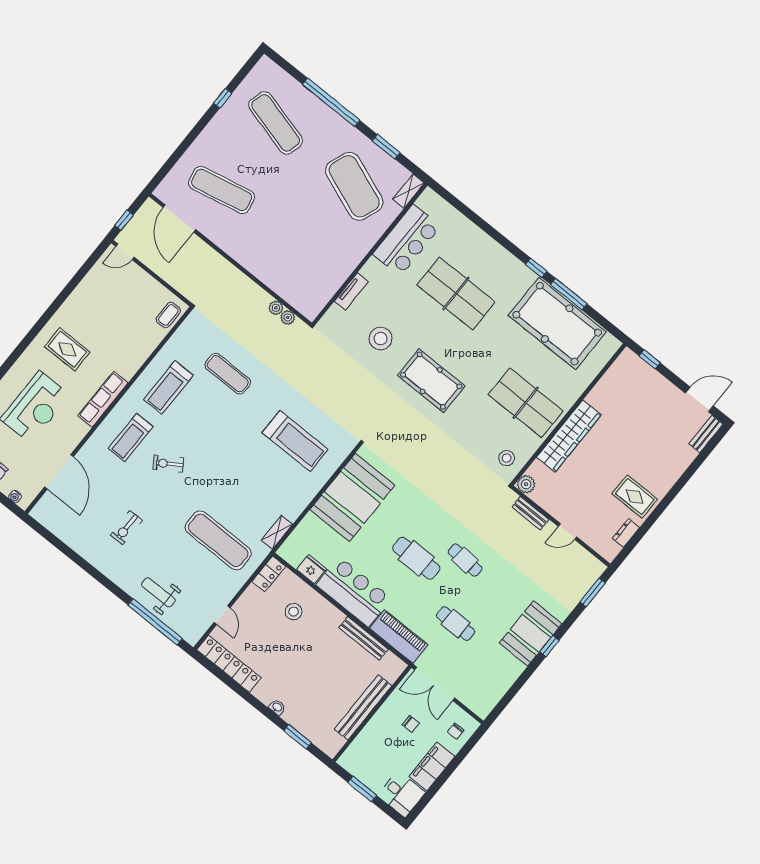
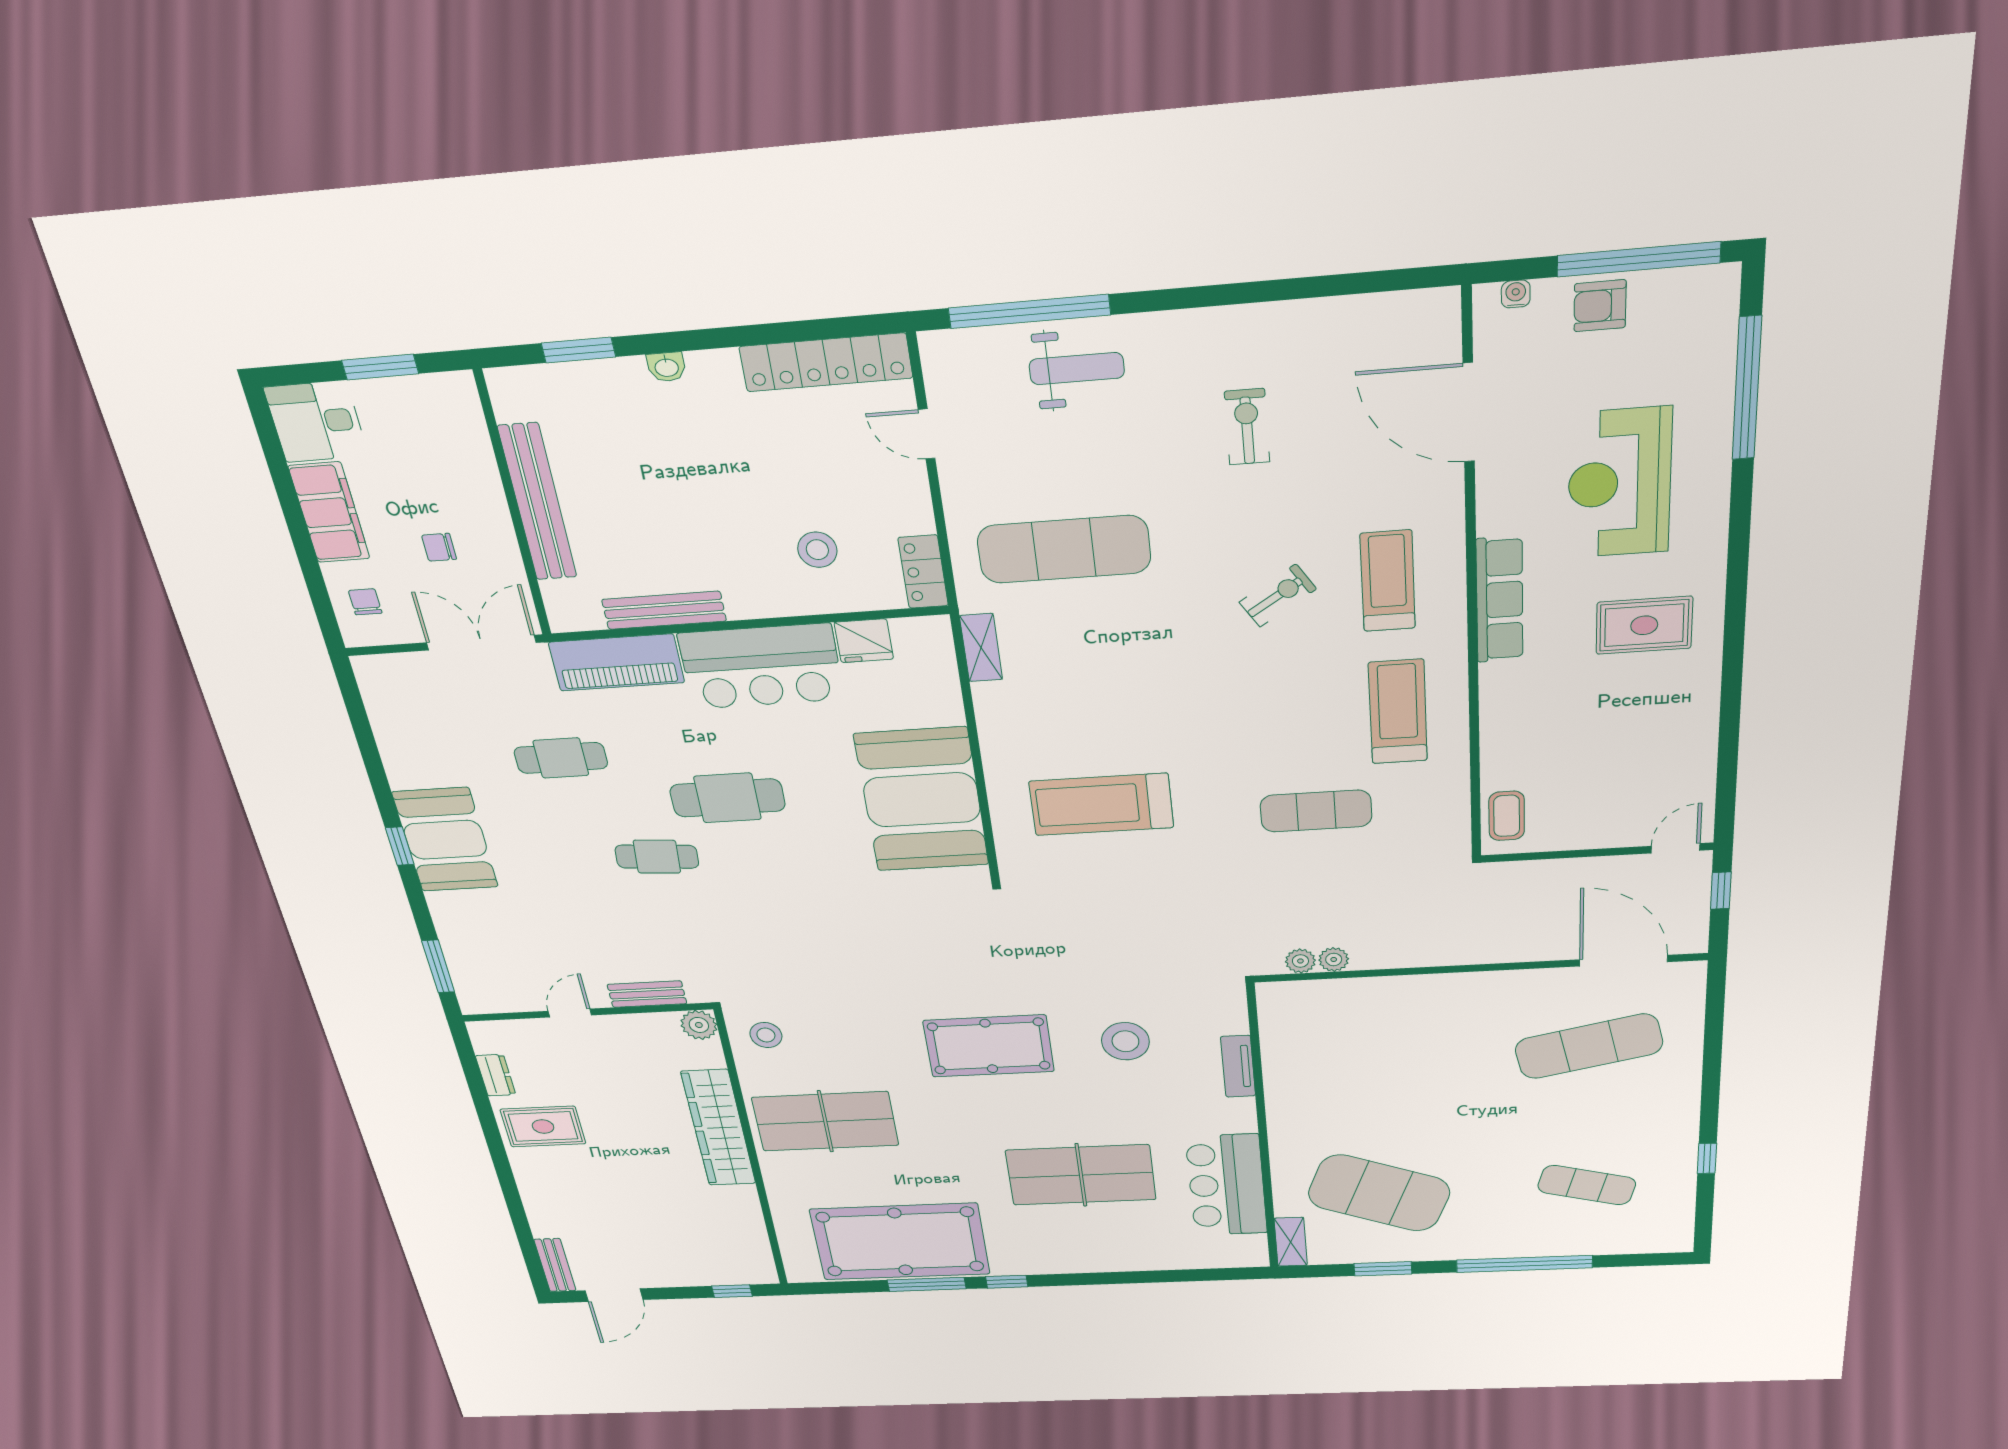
exercise mat: (276, 123) -> (1587, 1185), width x0.73, depth x0.69

